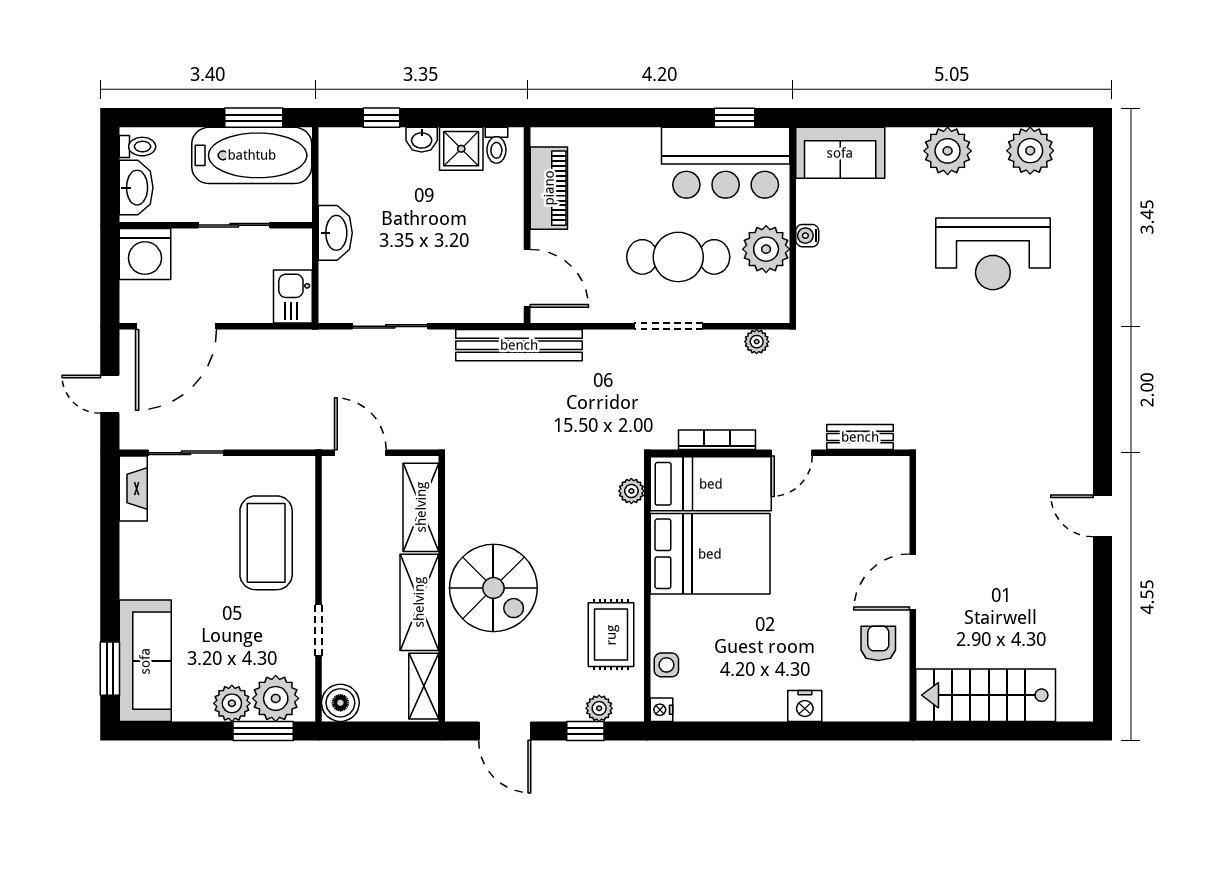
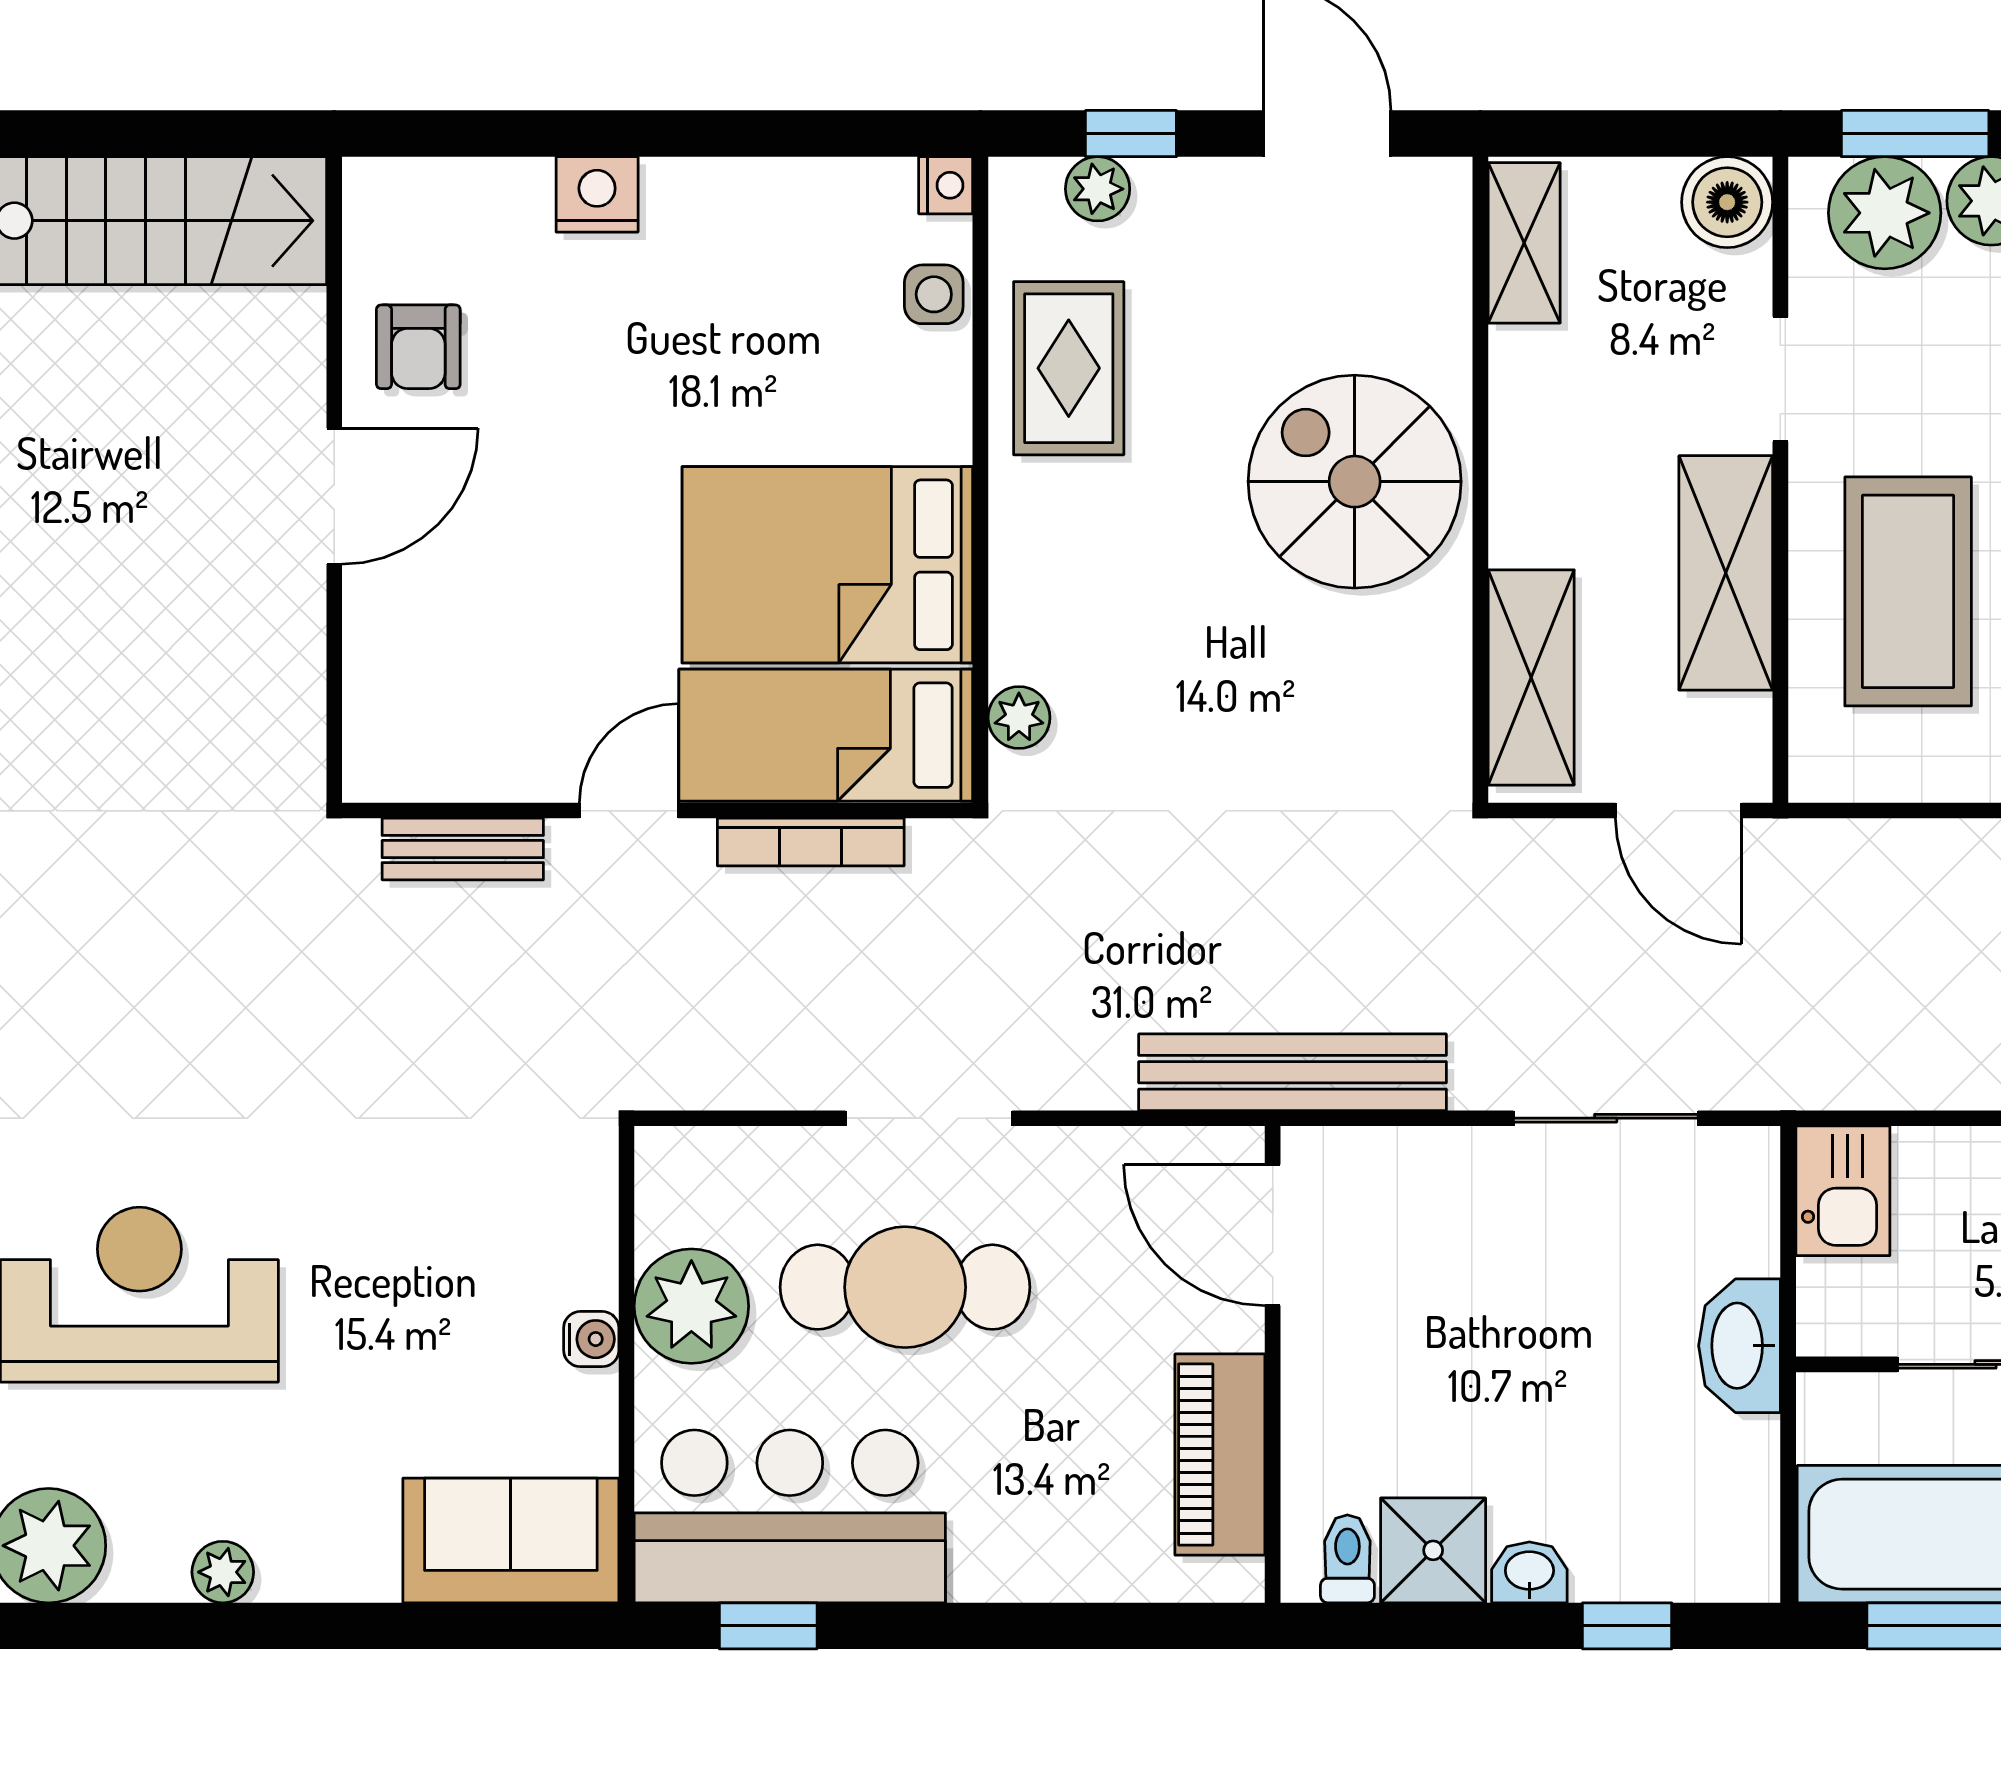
plant: (948, 151) -> (223, 1572), width x0.53, depth x0.53
plant: (757, 342) -> (714, 1081), removed
shelving: (419, 602) -> (1726, 573), moved

